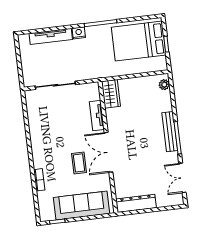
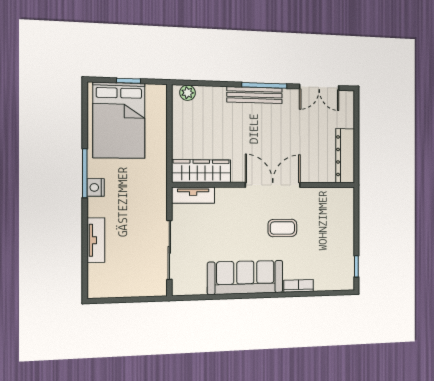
nightstand: (79, 33) -> (96, 187), moved
tv unit: (51, 36) -> (96, 240), width x0.71
wardrobe: (111, 94) -> (201, 171), width x1.50
tv unit: (97, 116) -> (193, 195), moved
double door: (109, 152) -> (273, 185), swing flipped
sofa: (82, 206) -> (245, 277), moved, turned 90

